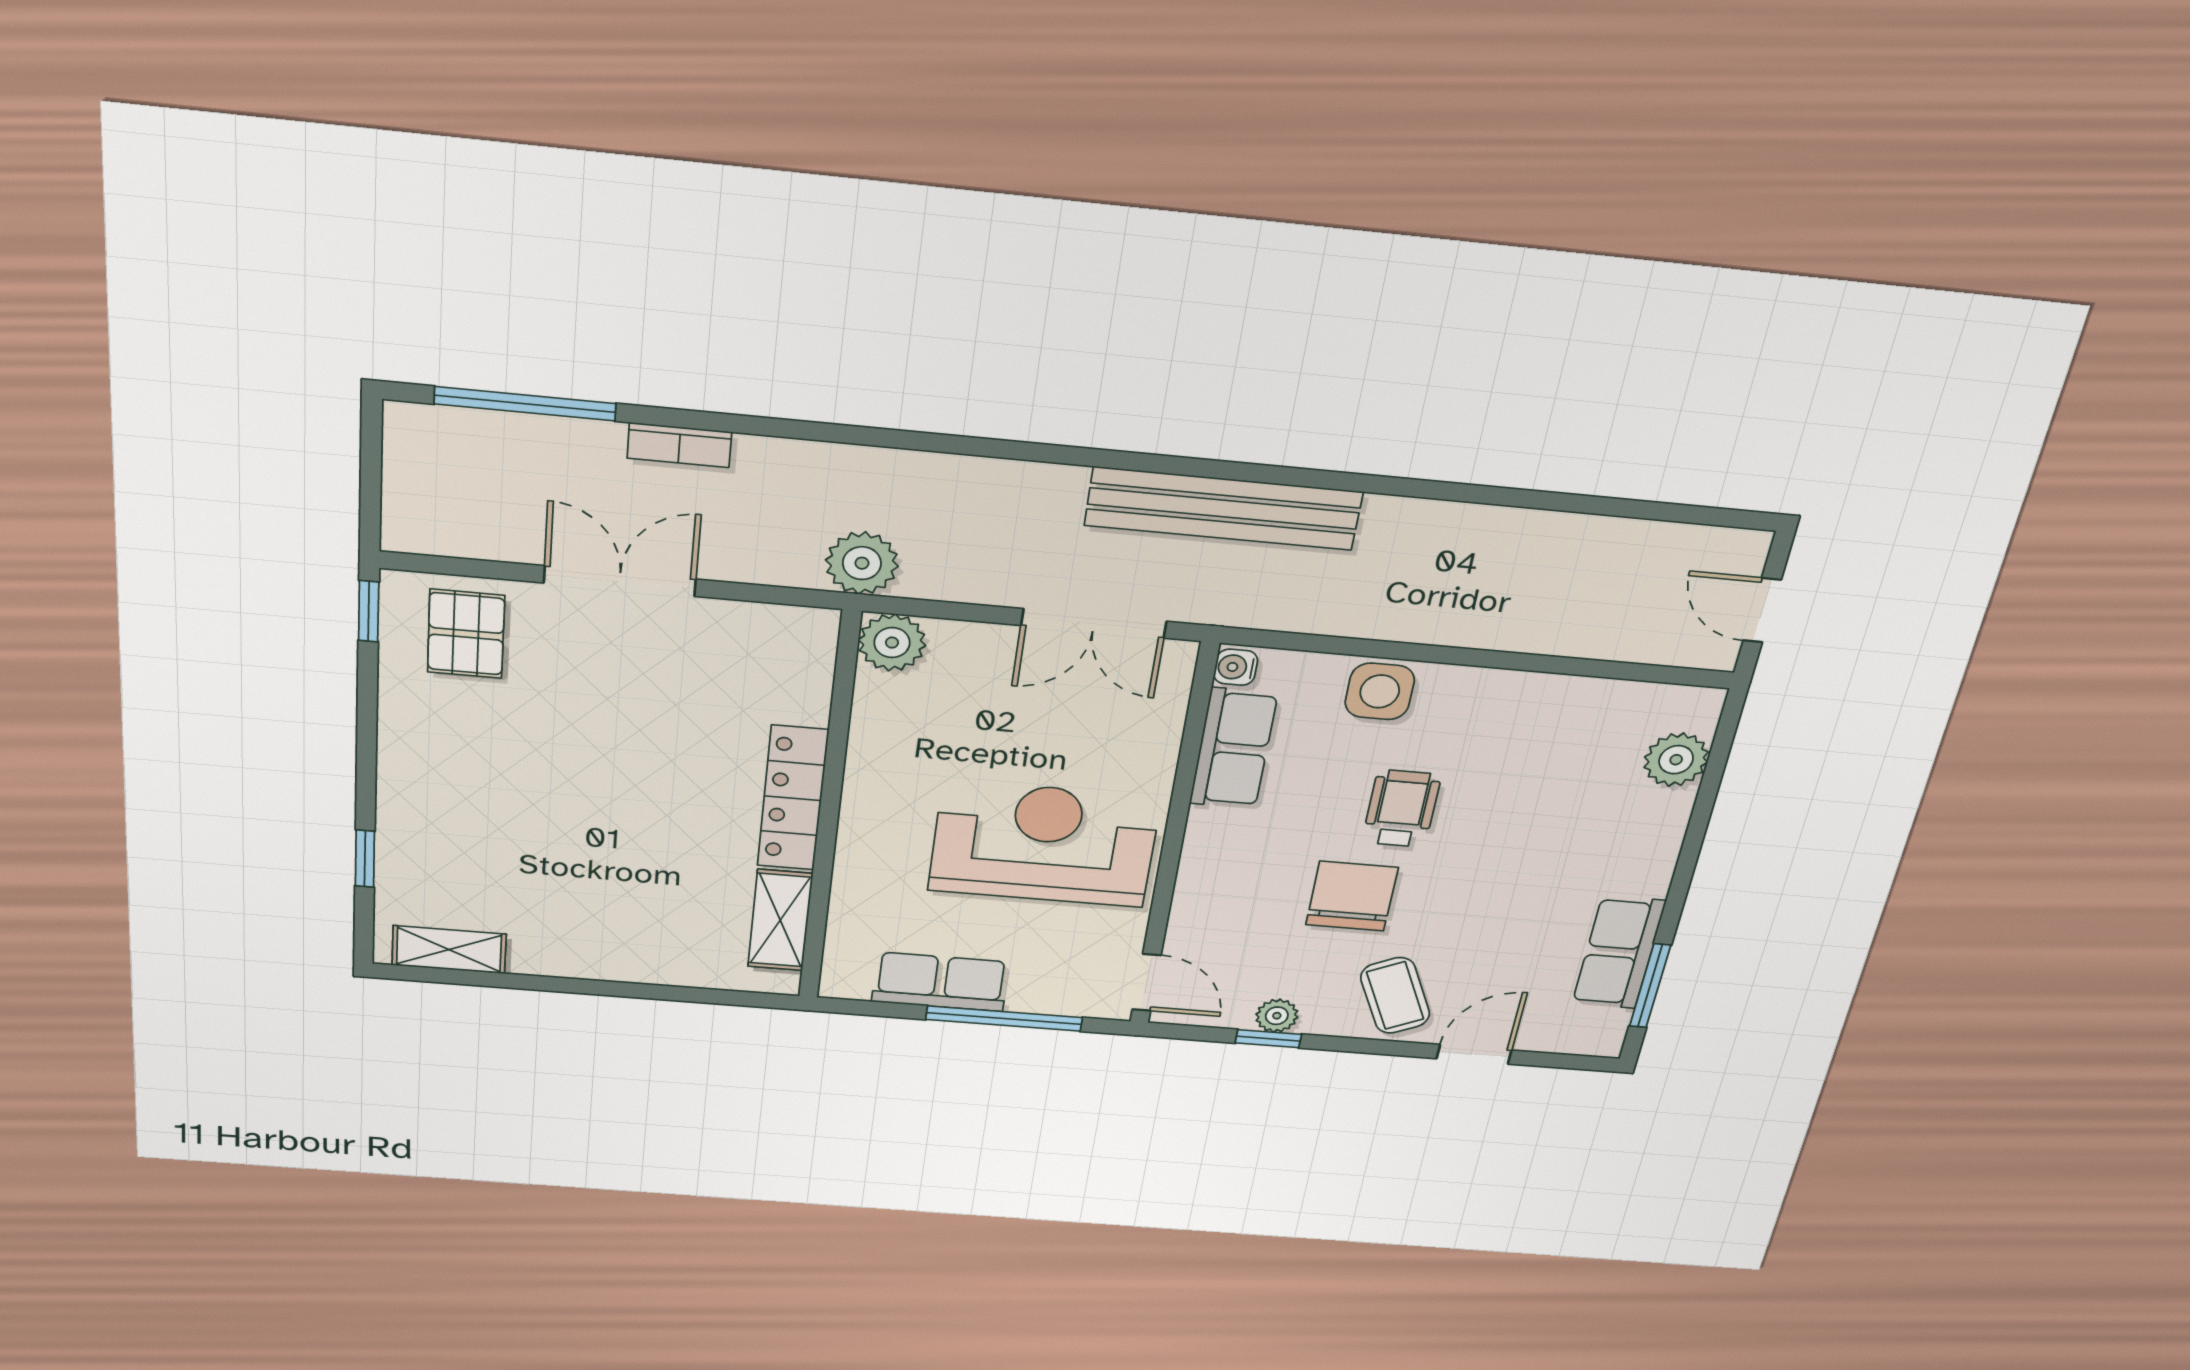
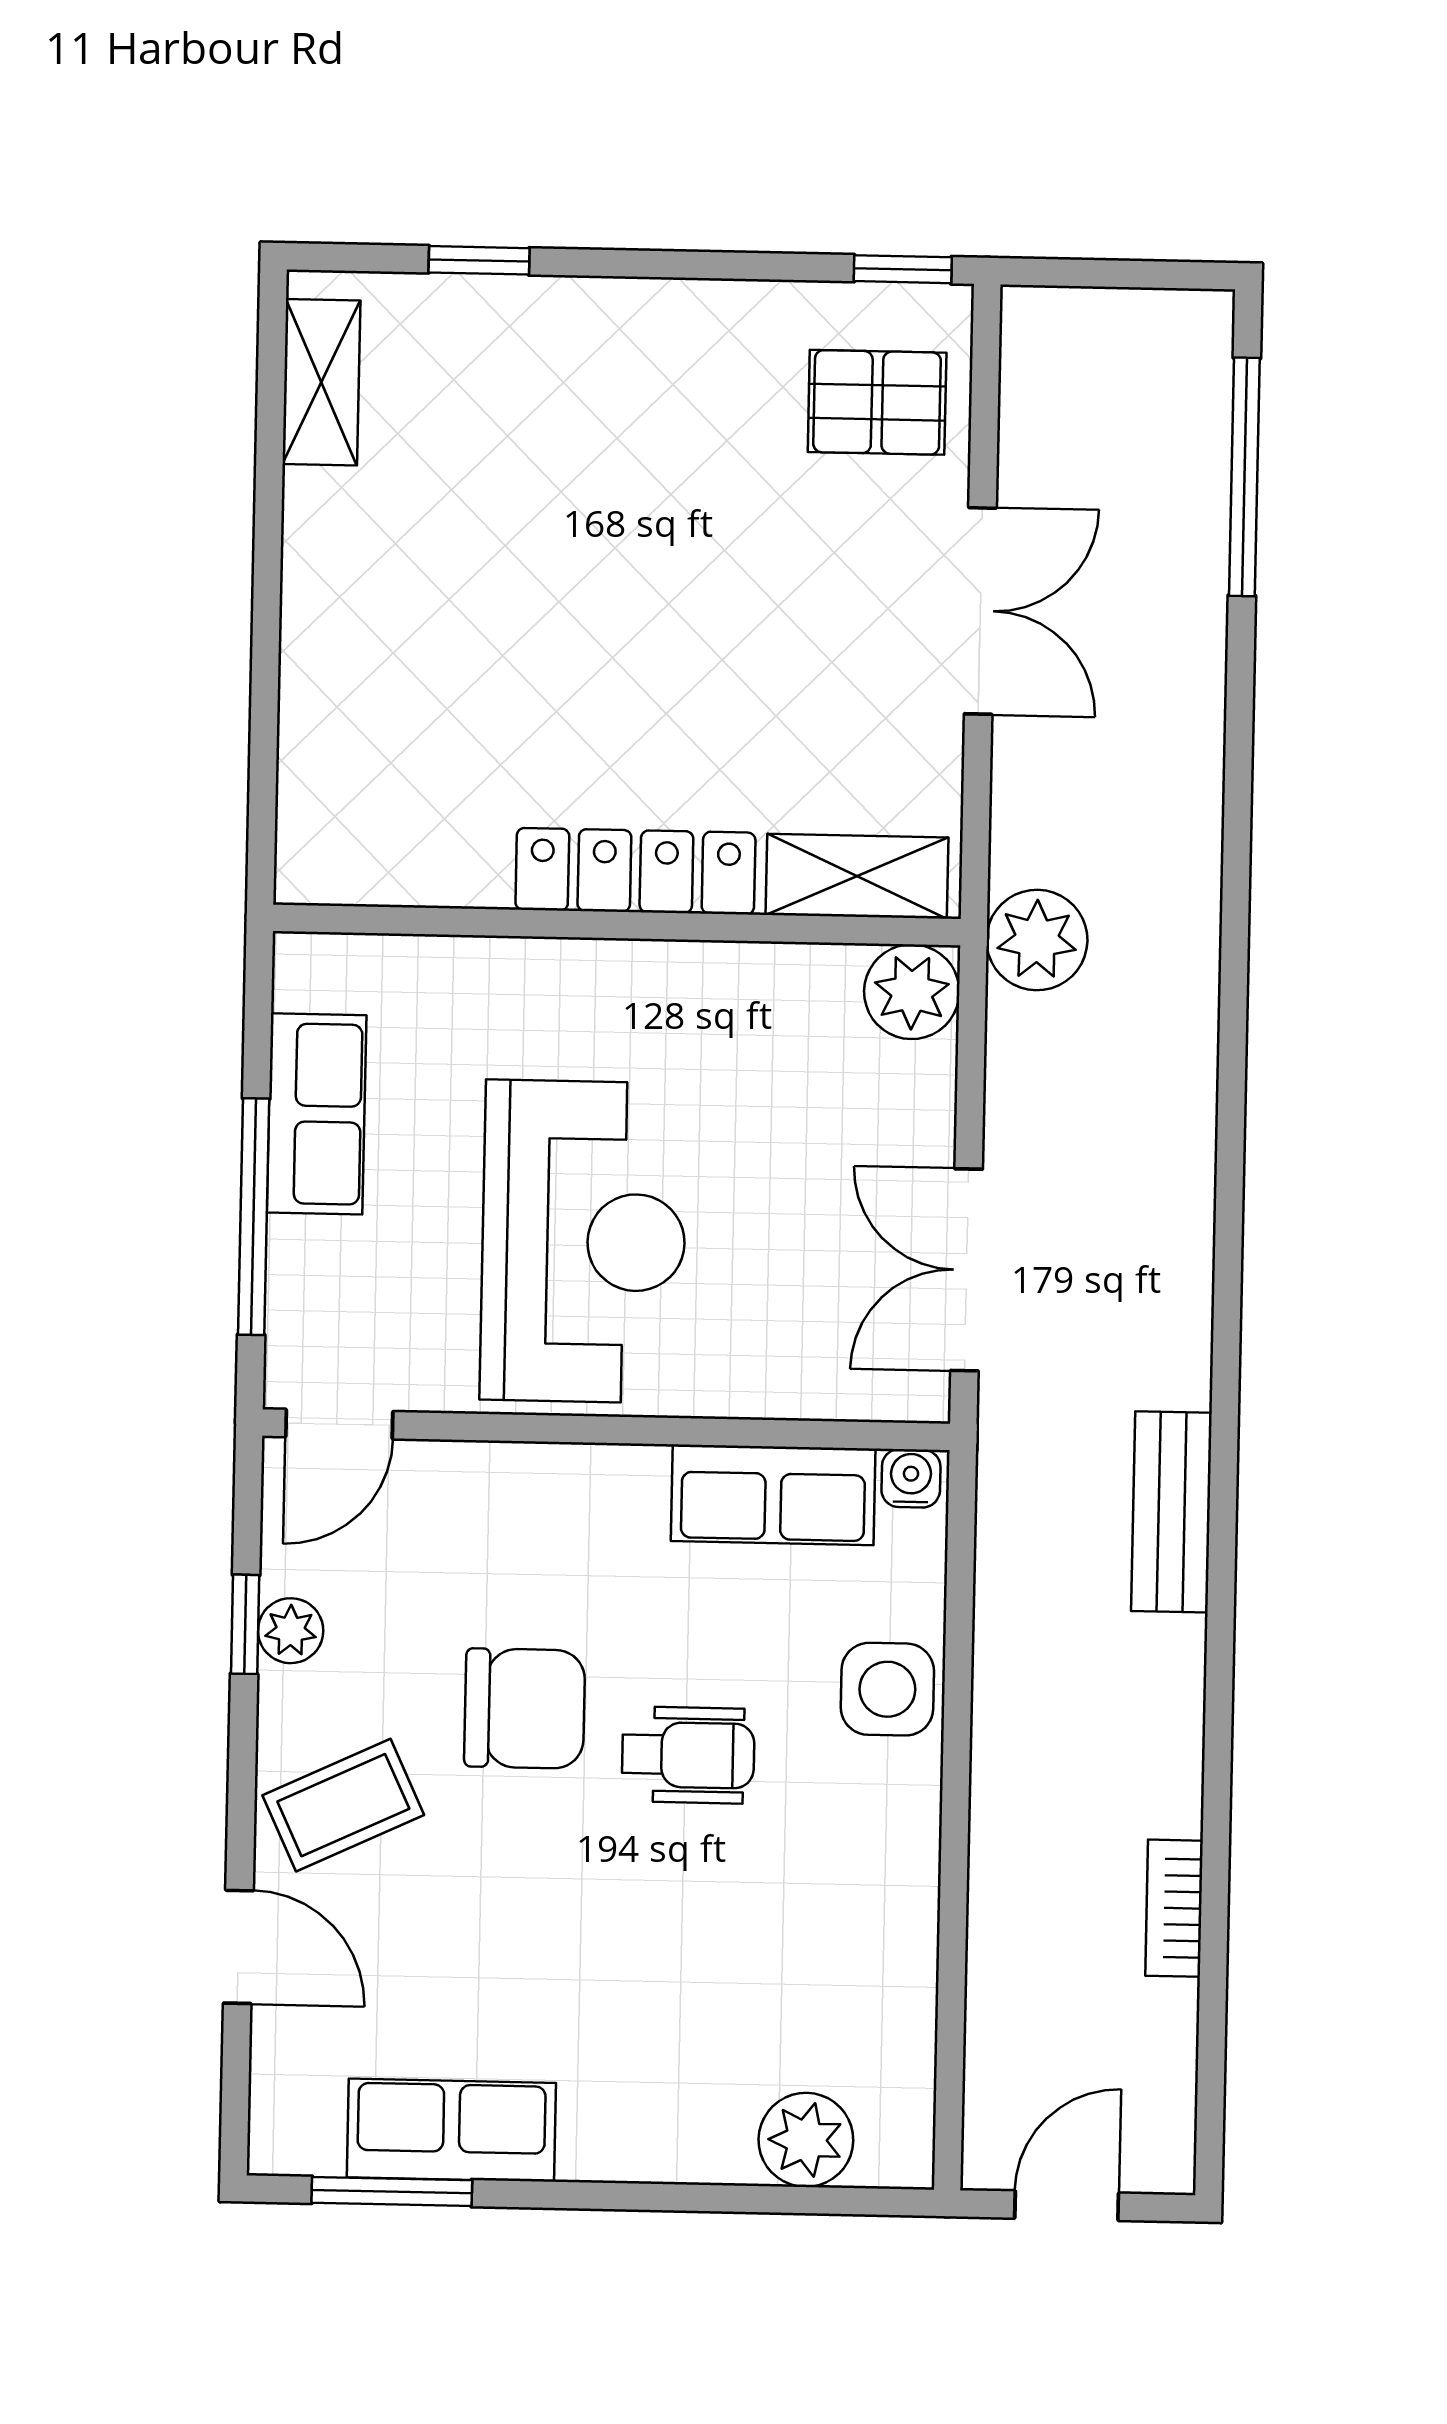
bookcase: (679, 445) -> (1174, 1908), moved
bench: (1224, 509) -> (1171, 1512), width x0.54, depth x0.82
shelving: (780, 920) -> (857, 876), moved

